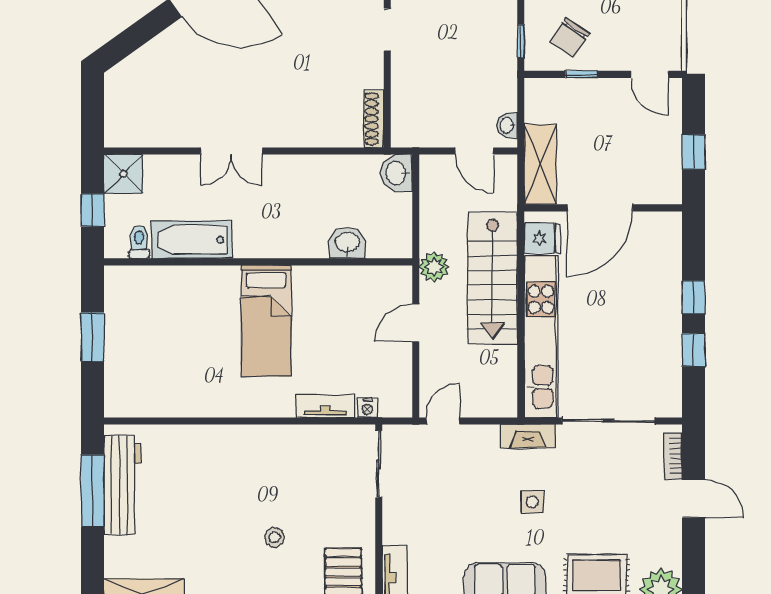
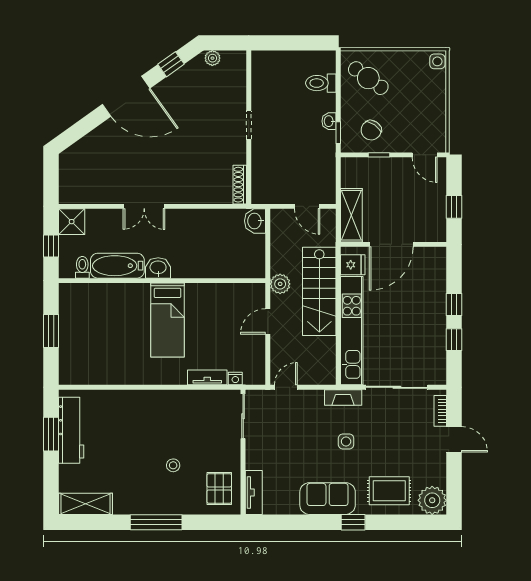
washbasin: (507, 125) -> (329, 121), moved
washbasin: (347, 243) -> (158, 268), moved
window: (92, 491) -> (51, 434), width x0.69

